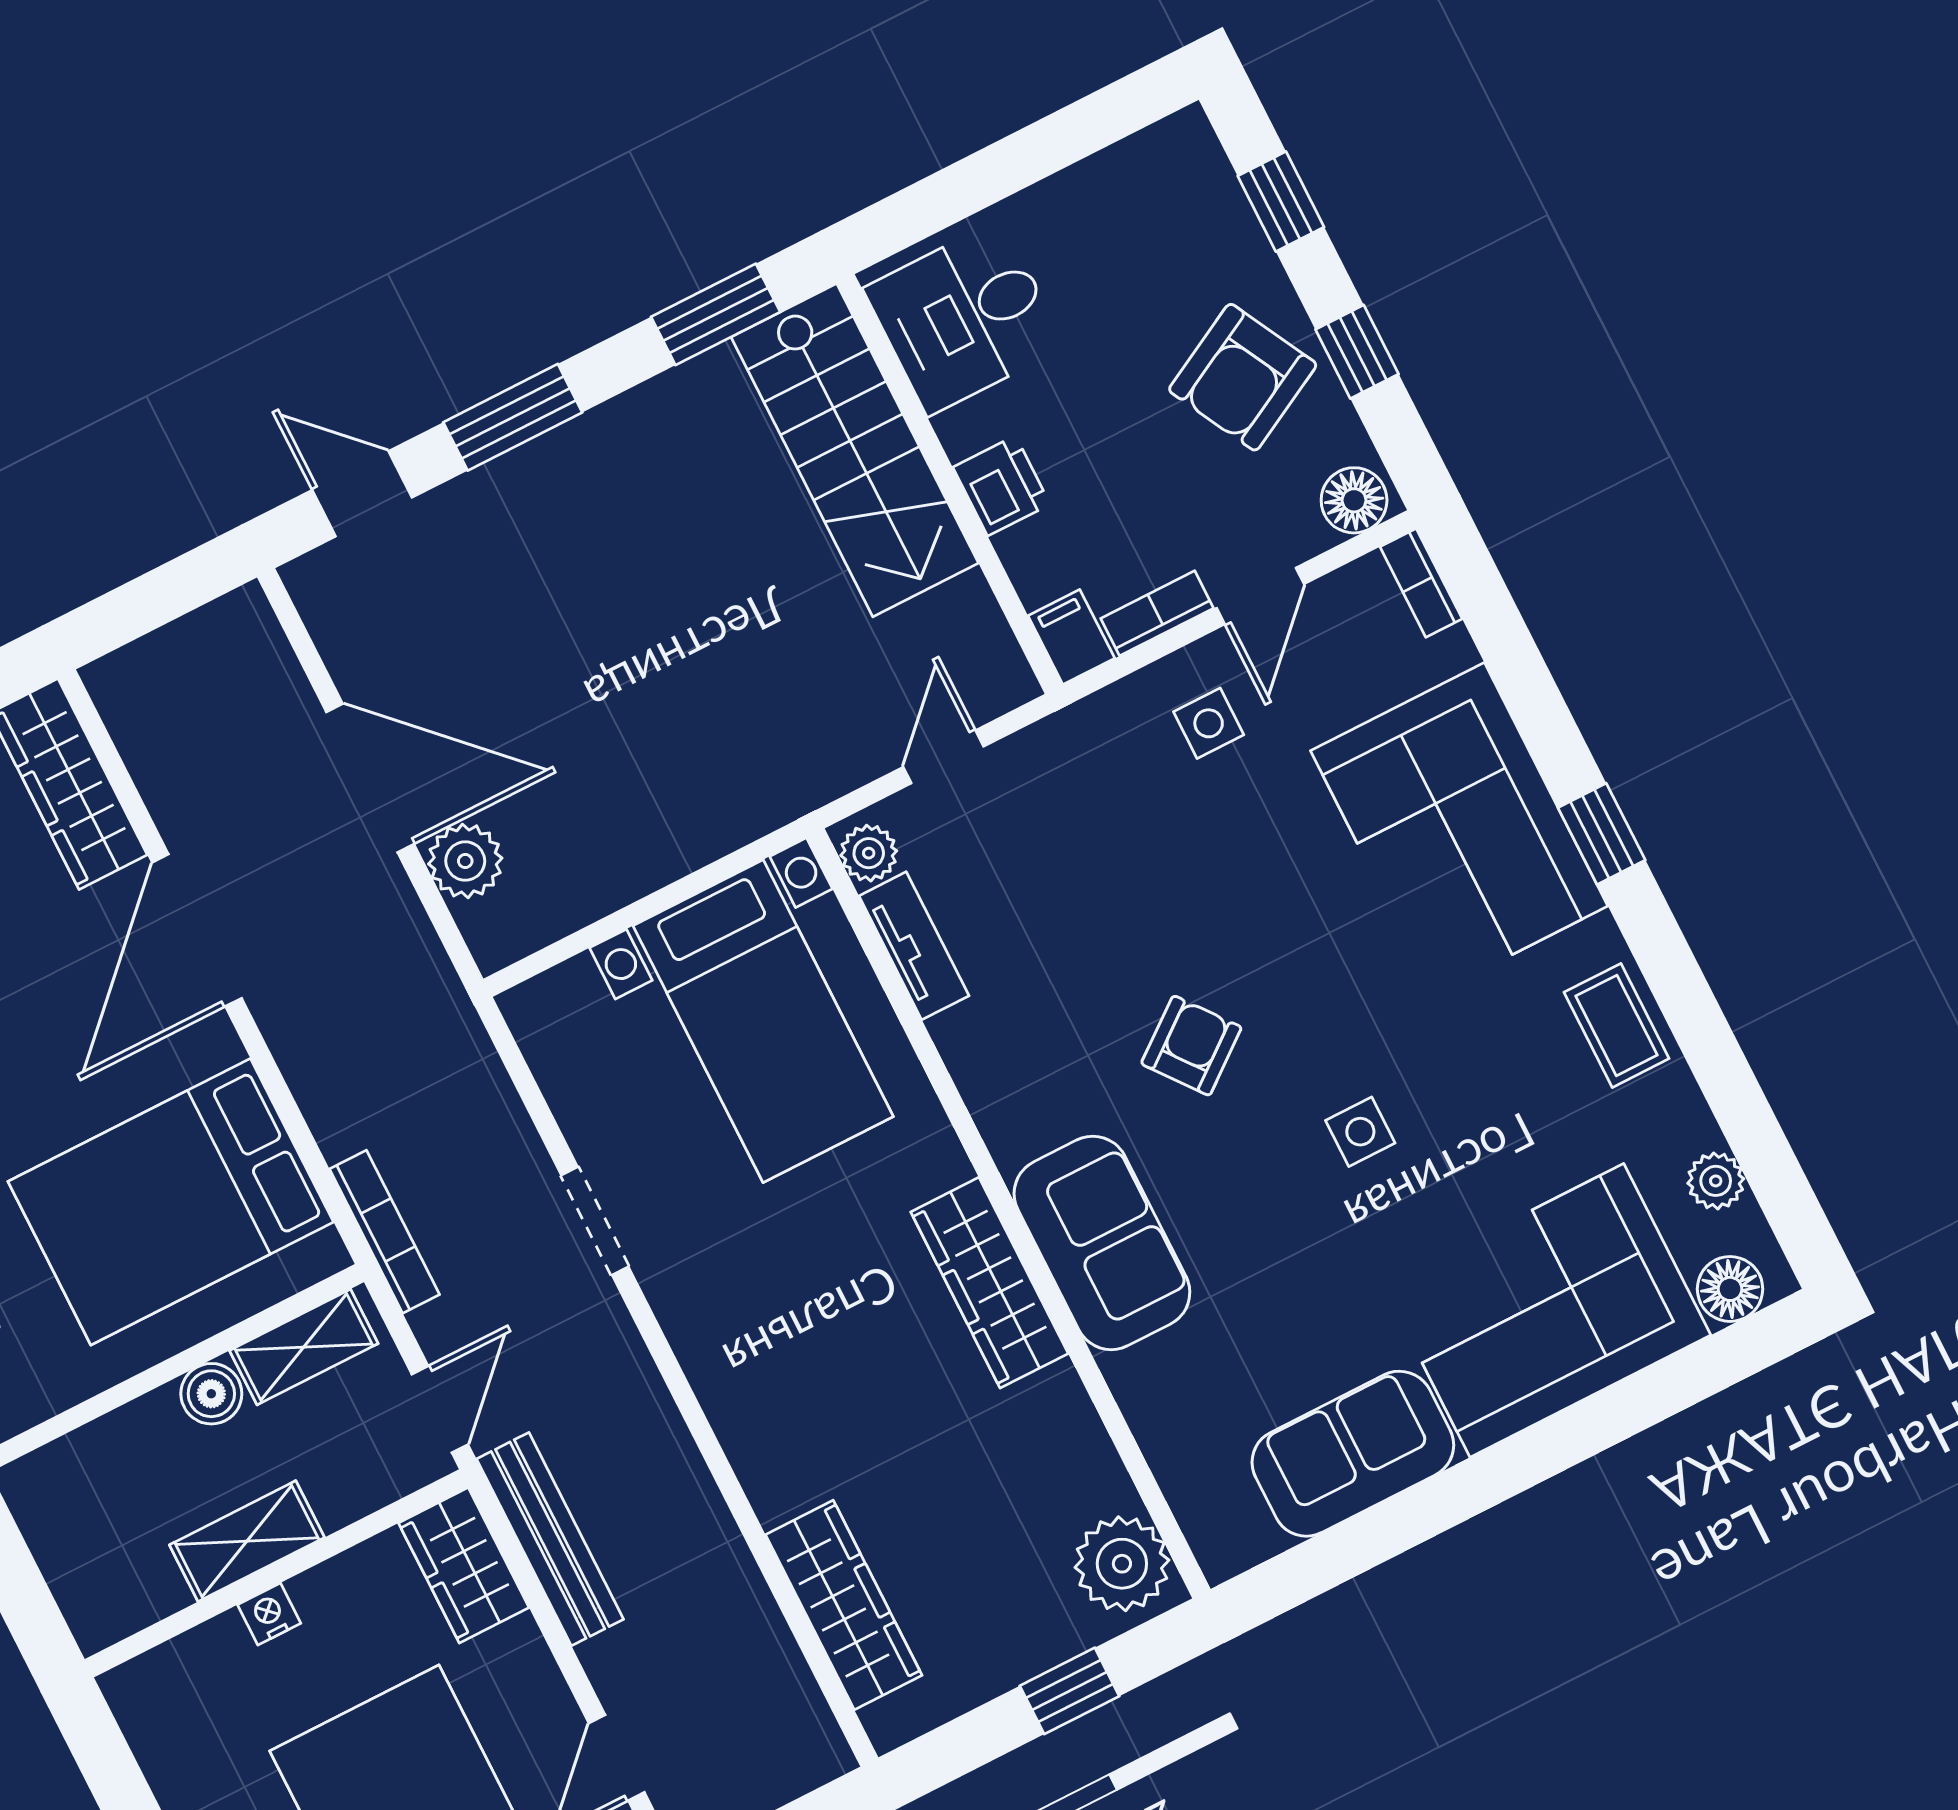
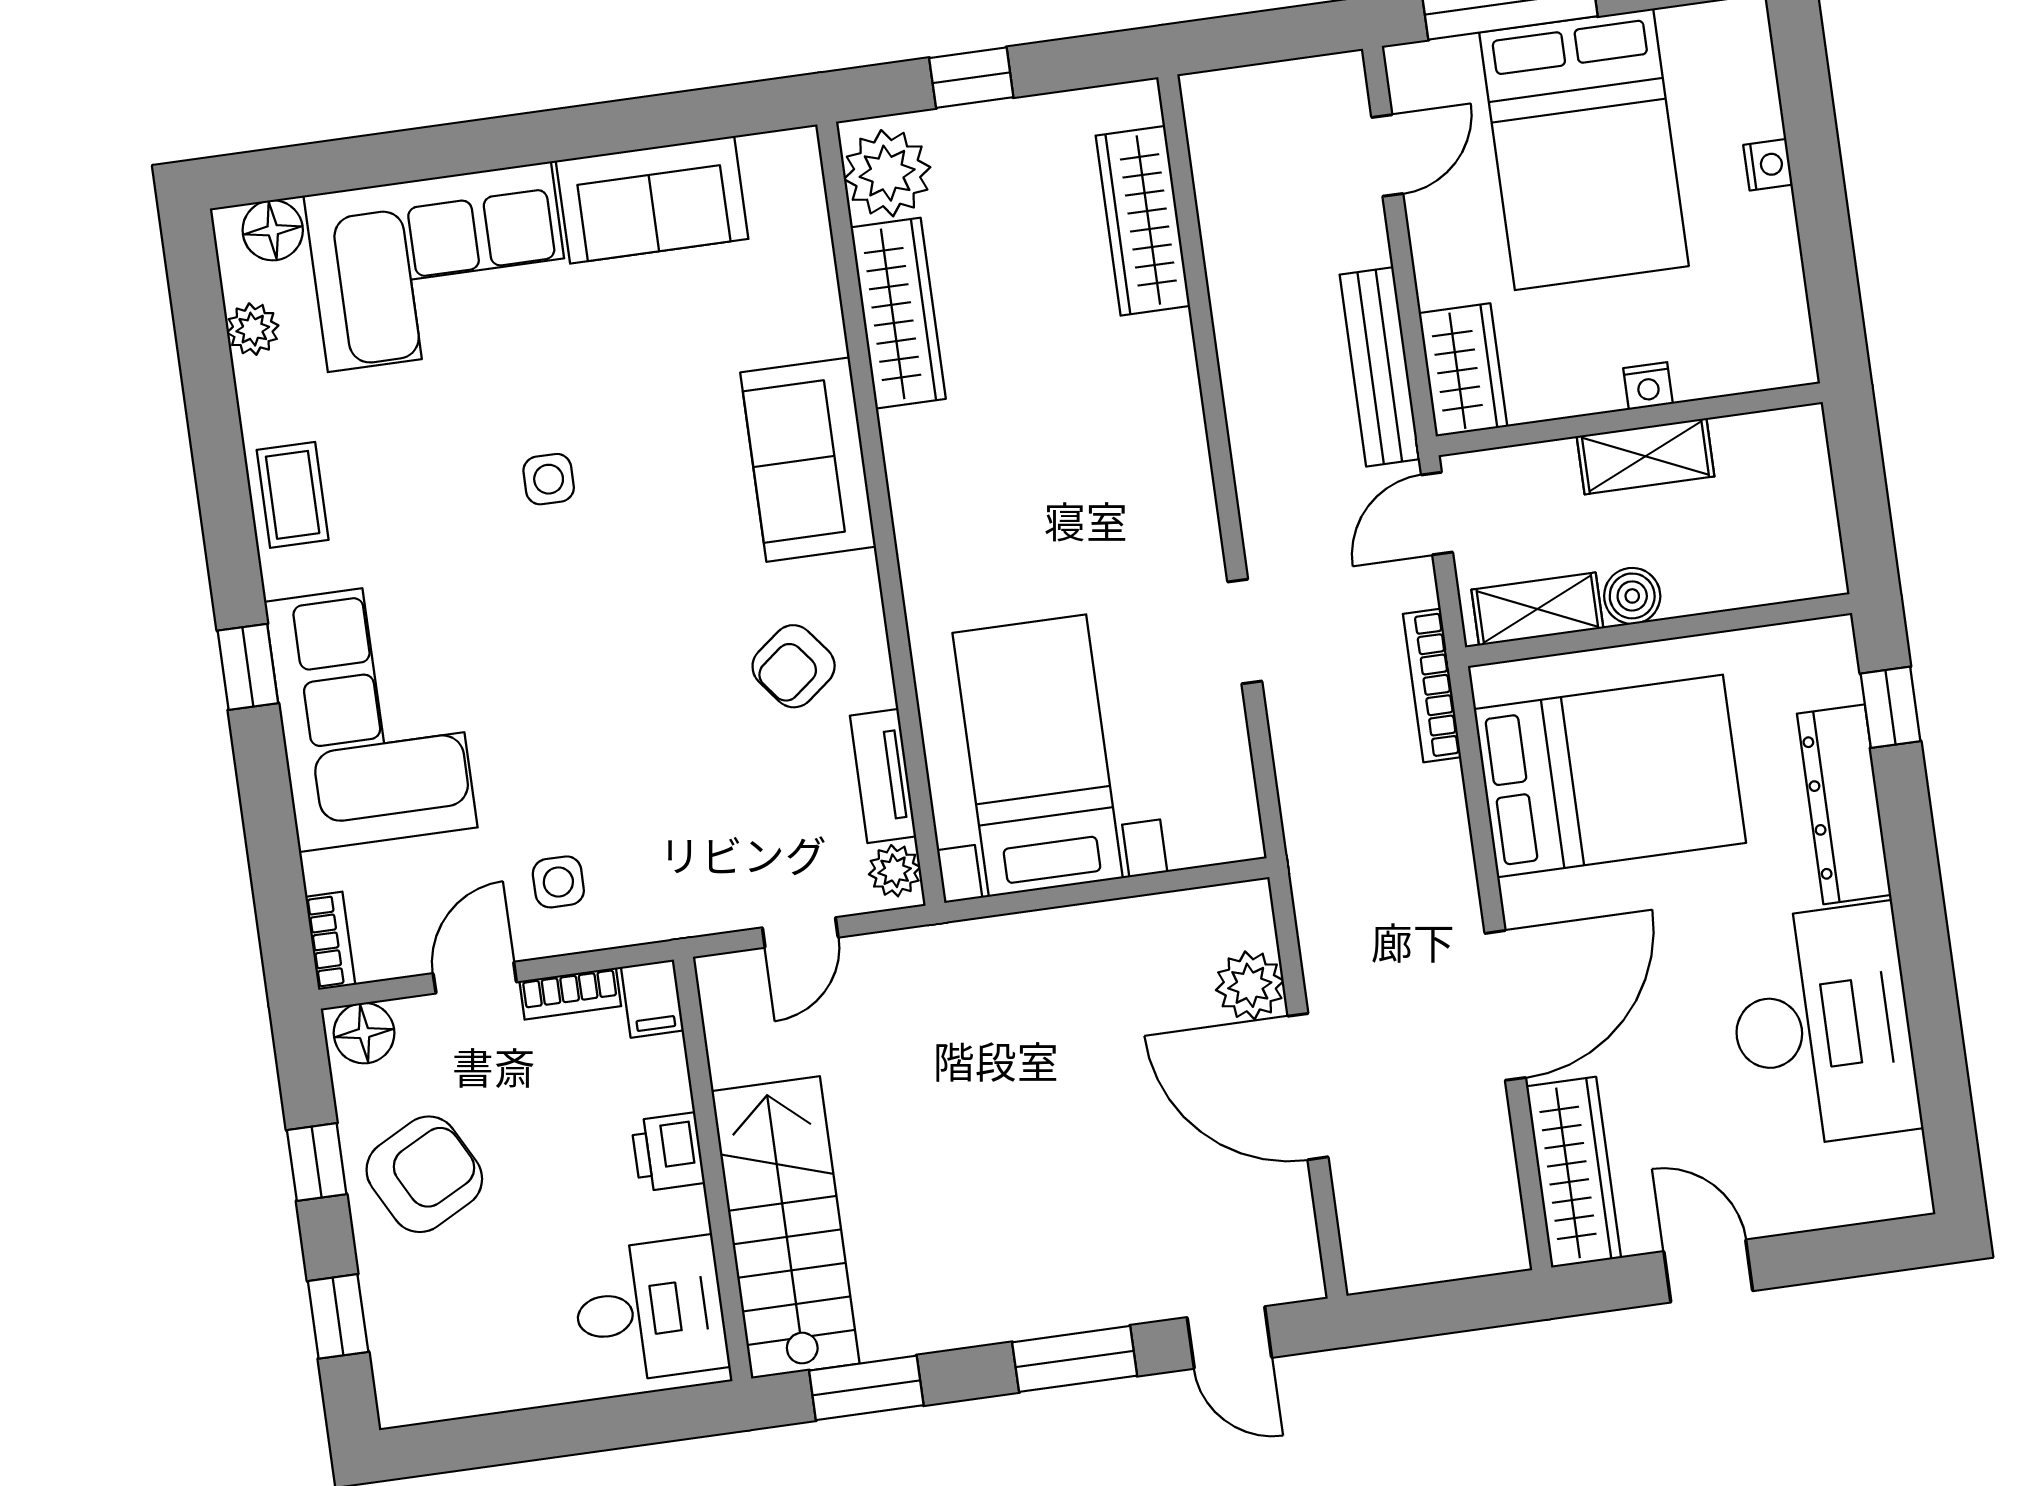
armchair: (1191, 1046) -> (794, 666), moved
wardrobe: (989, 1283) -> (898, 313), moved

